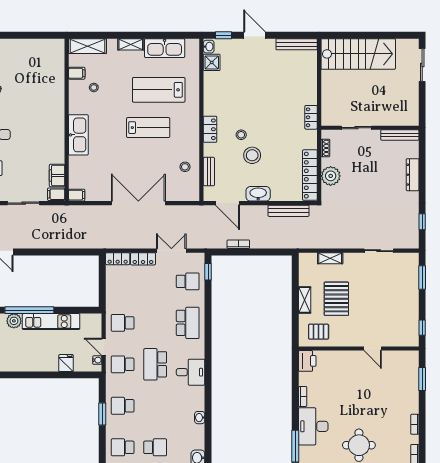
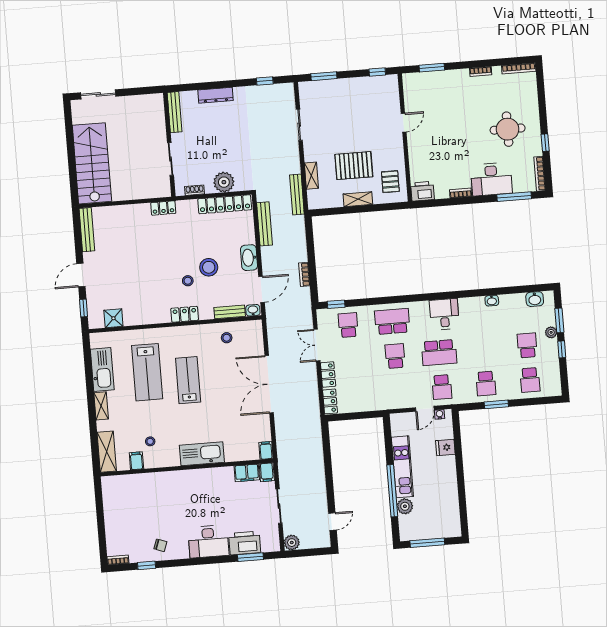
washbasin: (209, 47) -> (253, 310), moved
bench: (314, 243) -> (297, 195), added
school desk: (123, 323) -> (395, 356), moved, turned 180

